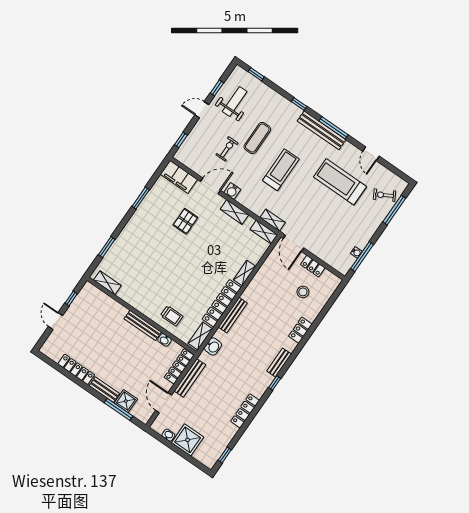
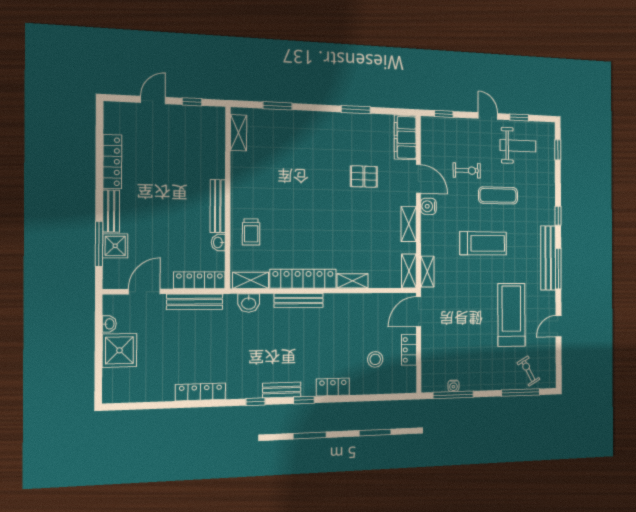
window: (225, 455) -> (304, 400), moved

